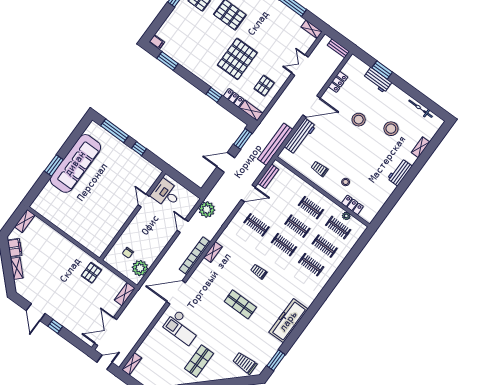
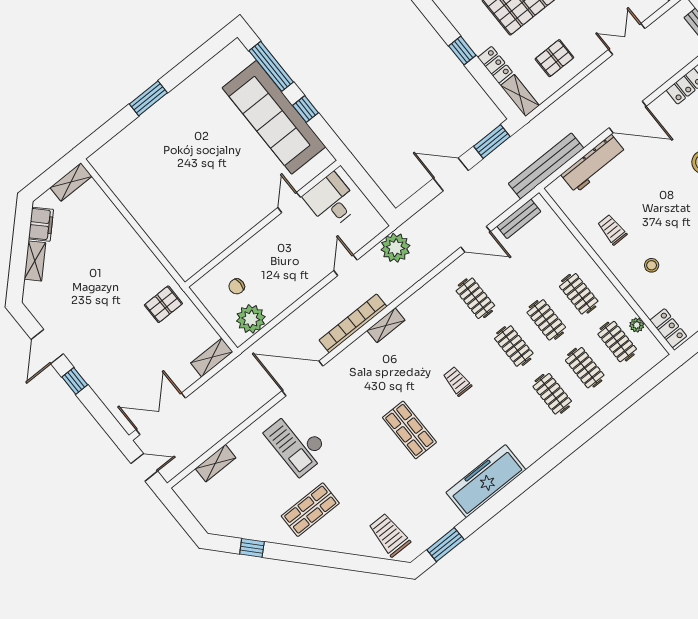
sofa: (75, 163) -> (274, 117), moved, turned 90
locker: (352, 205) -> (668, 328), moved
shelving: (132, 364) -> (216, 463), moved

